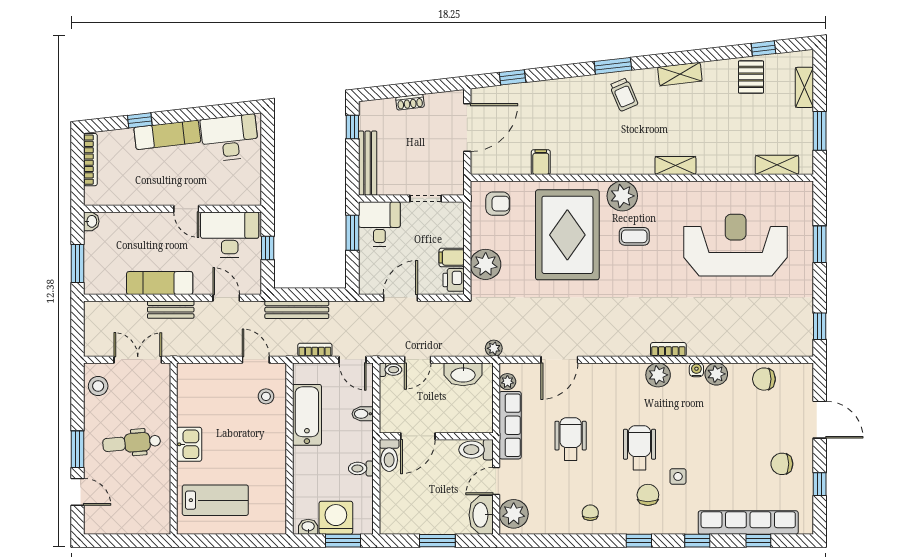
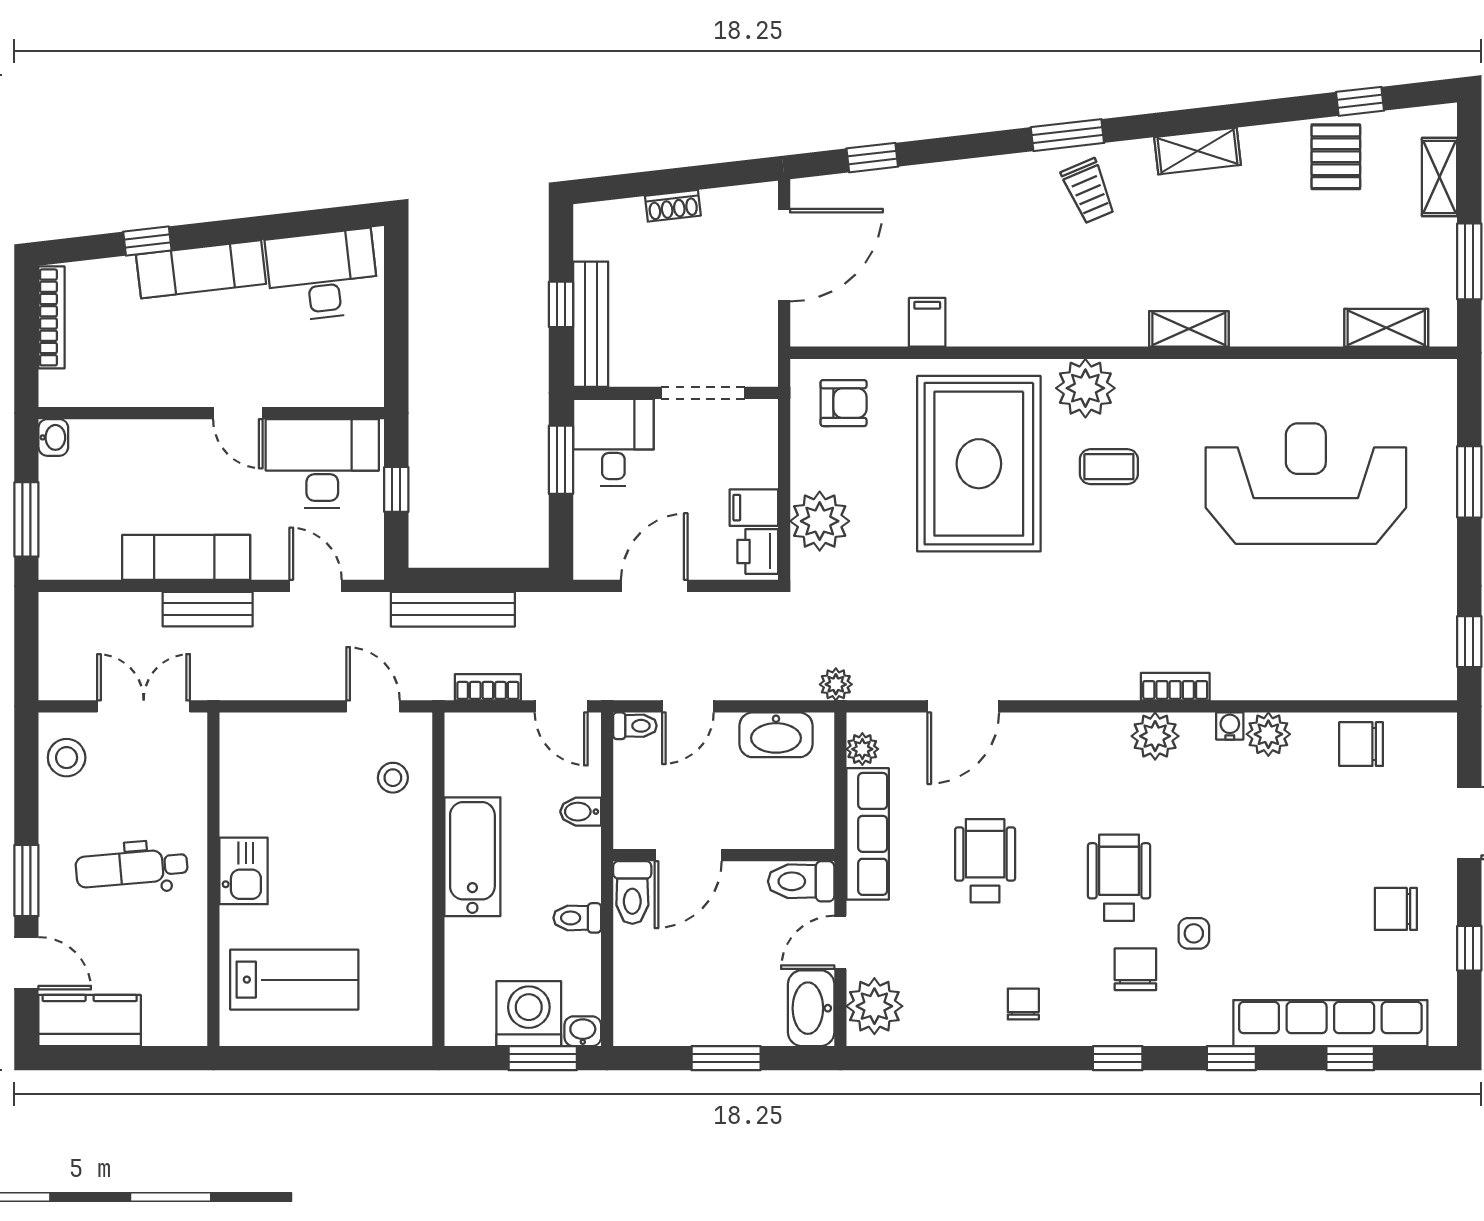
window: (352, 127) -> (561, 304), moved
doorway: (426, 198) -> (703, 393), width x1.38
bathtub: (307, 415) -> (472, 857), moved
kitchen counter: (110, 521) -> (90, 1020), added
washbasin: (308, 527) -> (583, 1031), moved

